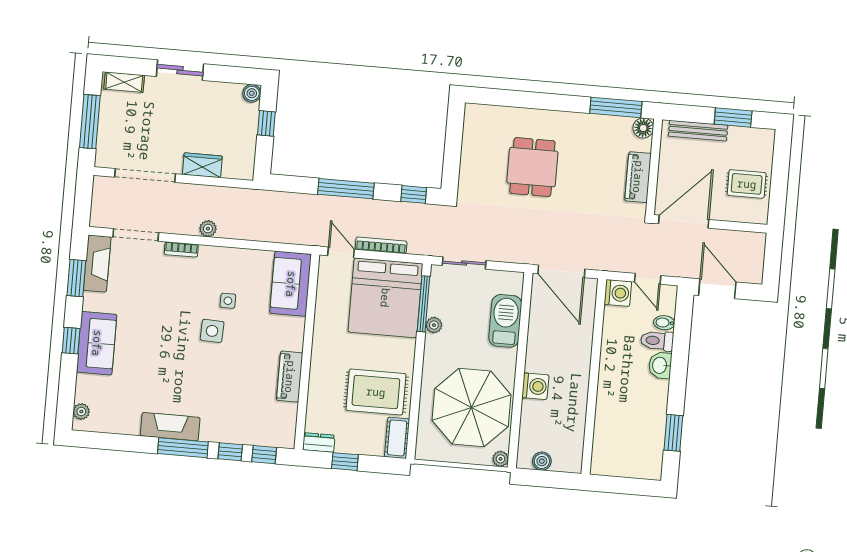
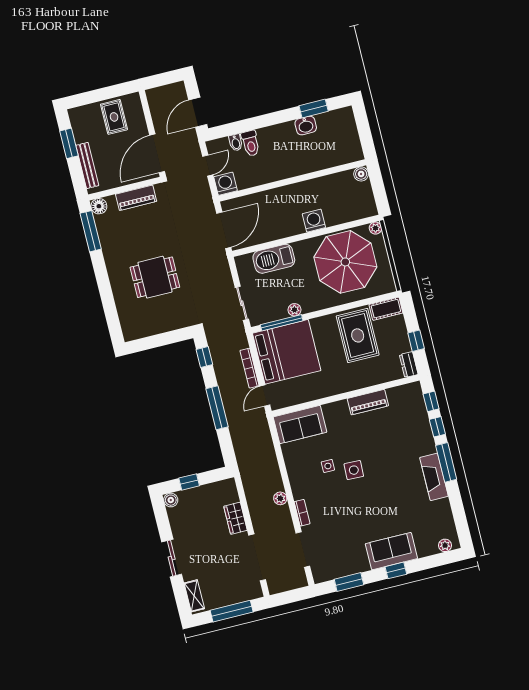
door: (684, 222) -> (157, 153), hinge flipped
fireplace: (97, 264) -> (333, 570), removed
washbasin: (660, 365) -> (306, 125), moved
boiler: (542, 461) -> (361, 174), moved

